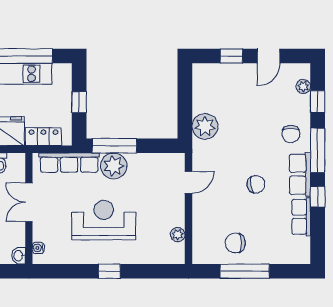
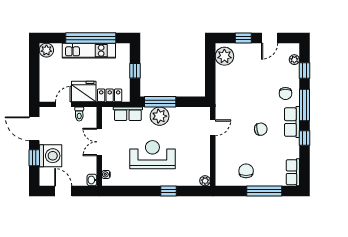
plant: (205, 126) -> (224, 56), moved
row of seats: (69, 163) -> (128, 114), width x0.68
row of seats: (301, 217) -> (293, 172), moved
plant: (178, 235) -> (205, 181), moved
chair: (235, 243) -> (246, 171), turned 90
window: (109, 271) -> (169, 191), moved
window: (245, 271) -> (264, 191), moved

